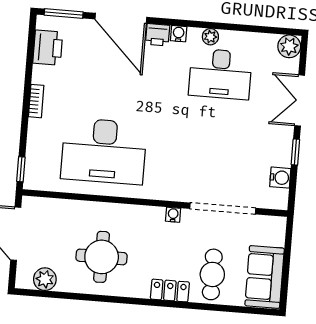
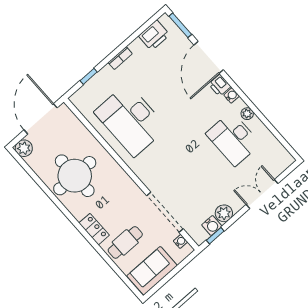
plant: (289, 46) -> (224, 213), moved
window: (295, 152) -> (215, 236), moved
window: (21, 169) -> (89, 76), moved
water cooler: (173, 215) -> (180, 241), moved
round table: (102, 257) -> (75, 176), width x1.36, depth x1.36
plant: (45, 279) -> (24, 148), moved

